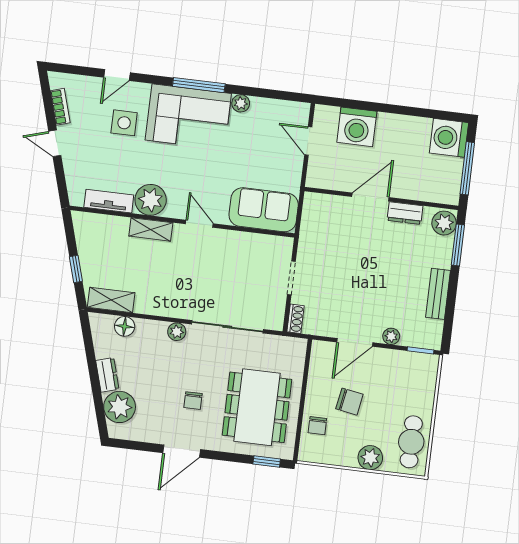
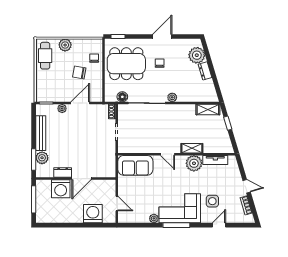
washing machine: (449, 138) -> (61, 189), moved, turned 90
plant: (444, 223) -> (42, 158), moved
bench: (438, 294) -> (41, 133), width x1.36
floor lamp: (125, 326) -> (122, 97), moved
dining table: (257, 407) -> (126, 64), turned 90

